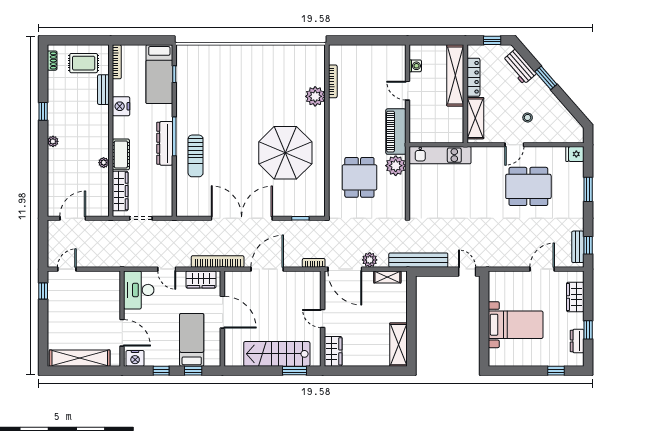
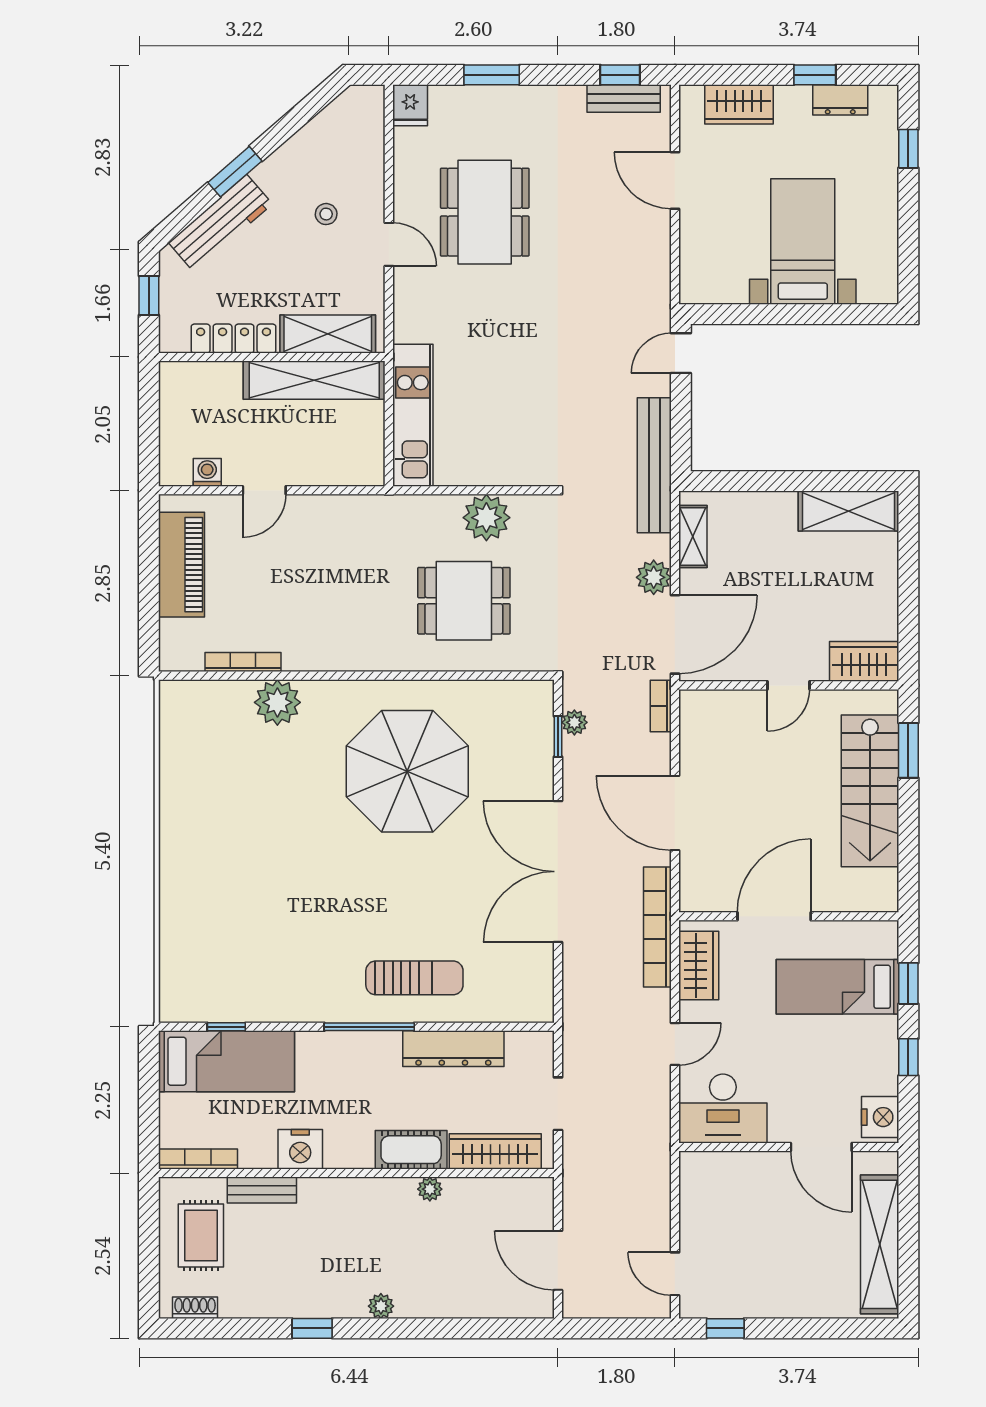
workbench: (519, 67) -> (220, 223), width x1.37
shelving: (455, 75) -> (314, 380), moved
piano: (396, 132) -> (181, 565), moved, turned -90
dresser: (165, 143) -> (453, 1049), moved
plant: (396, 166) -> (486, 518), moved
plant: (307, 225) -> (574, 722), added
door: (122, 333) -> (821, 1147), swing flipped

